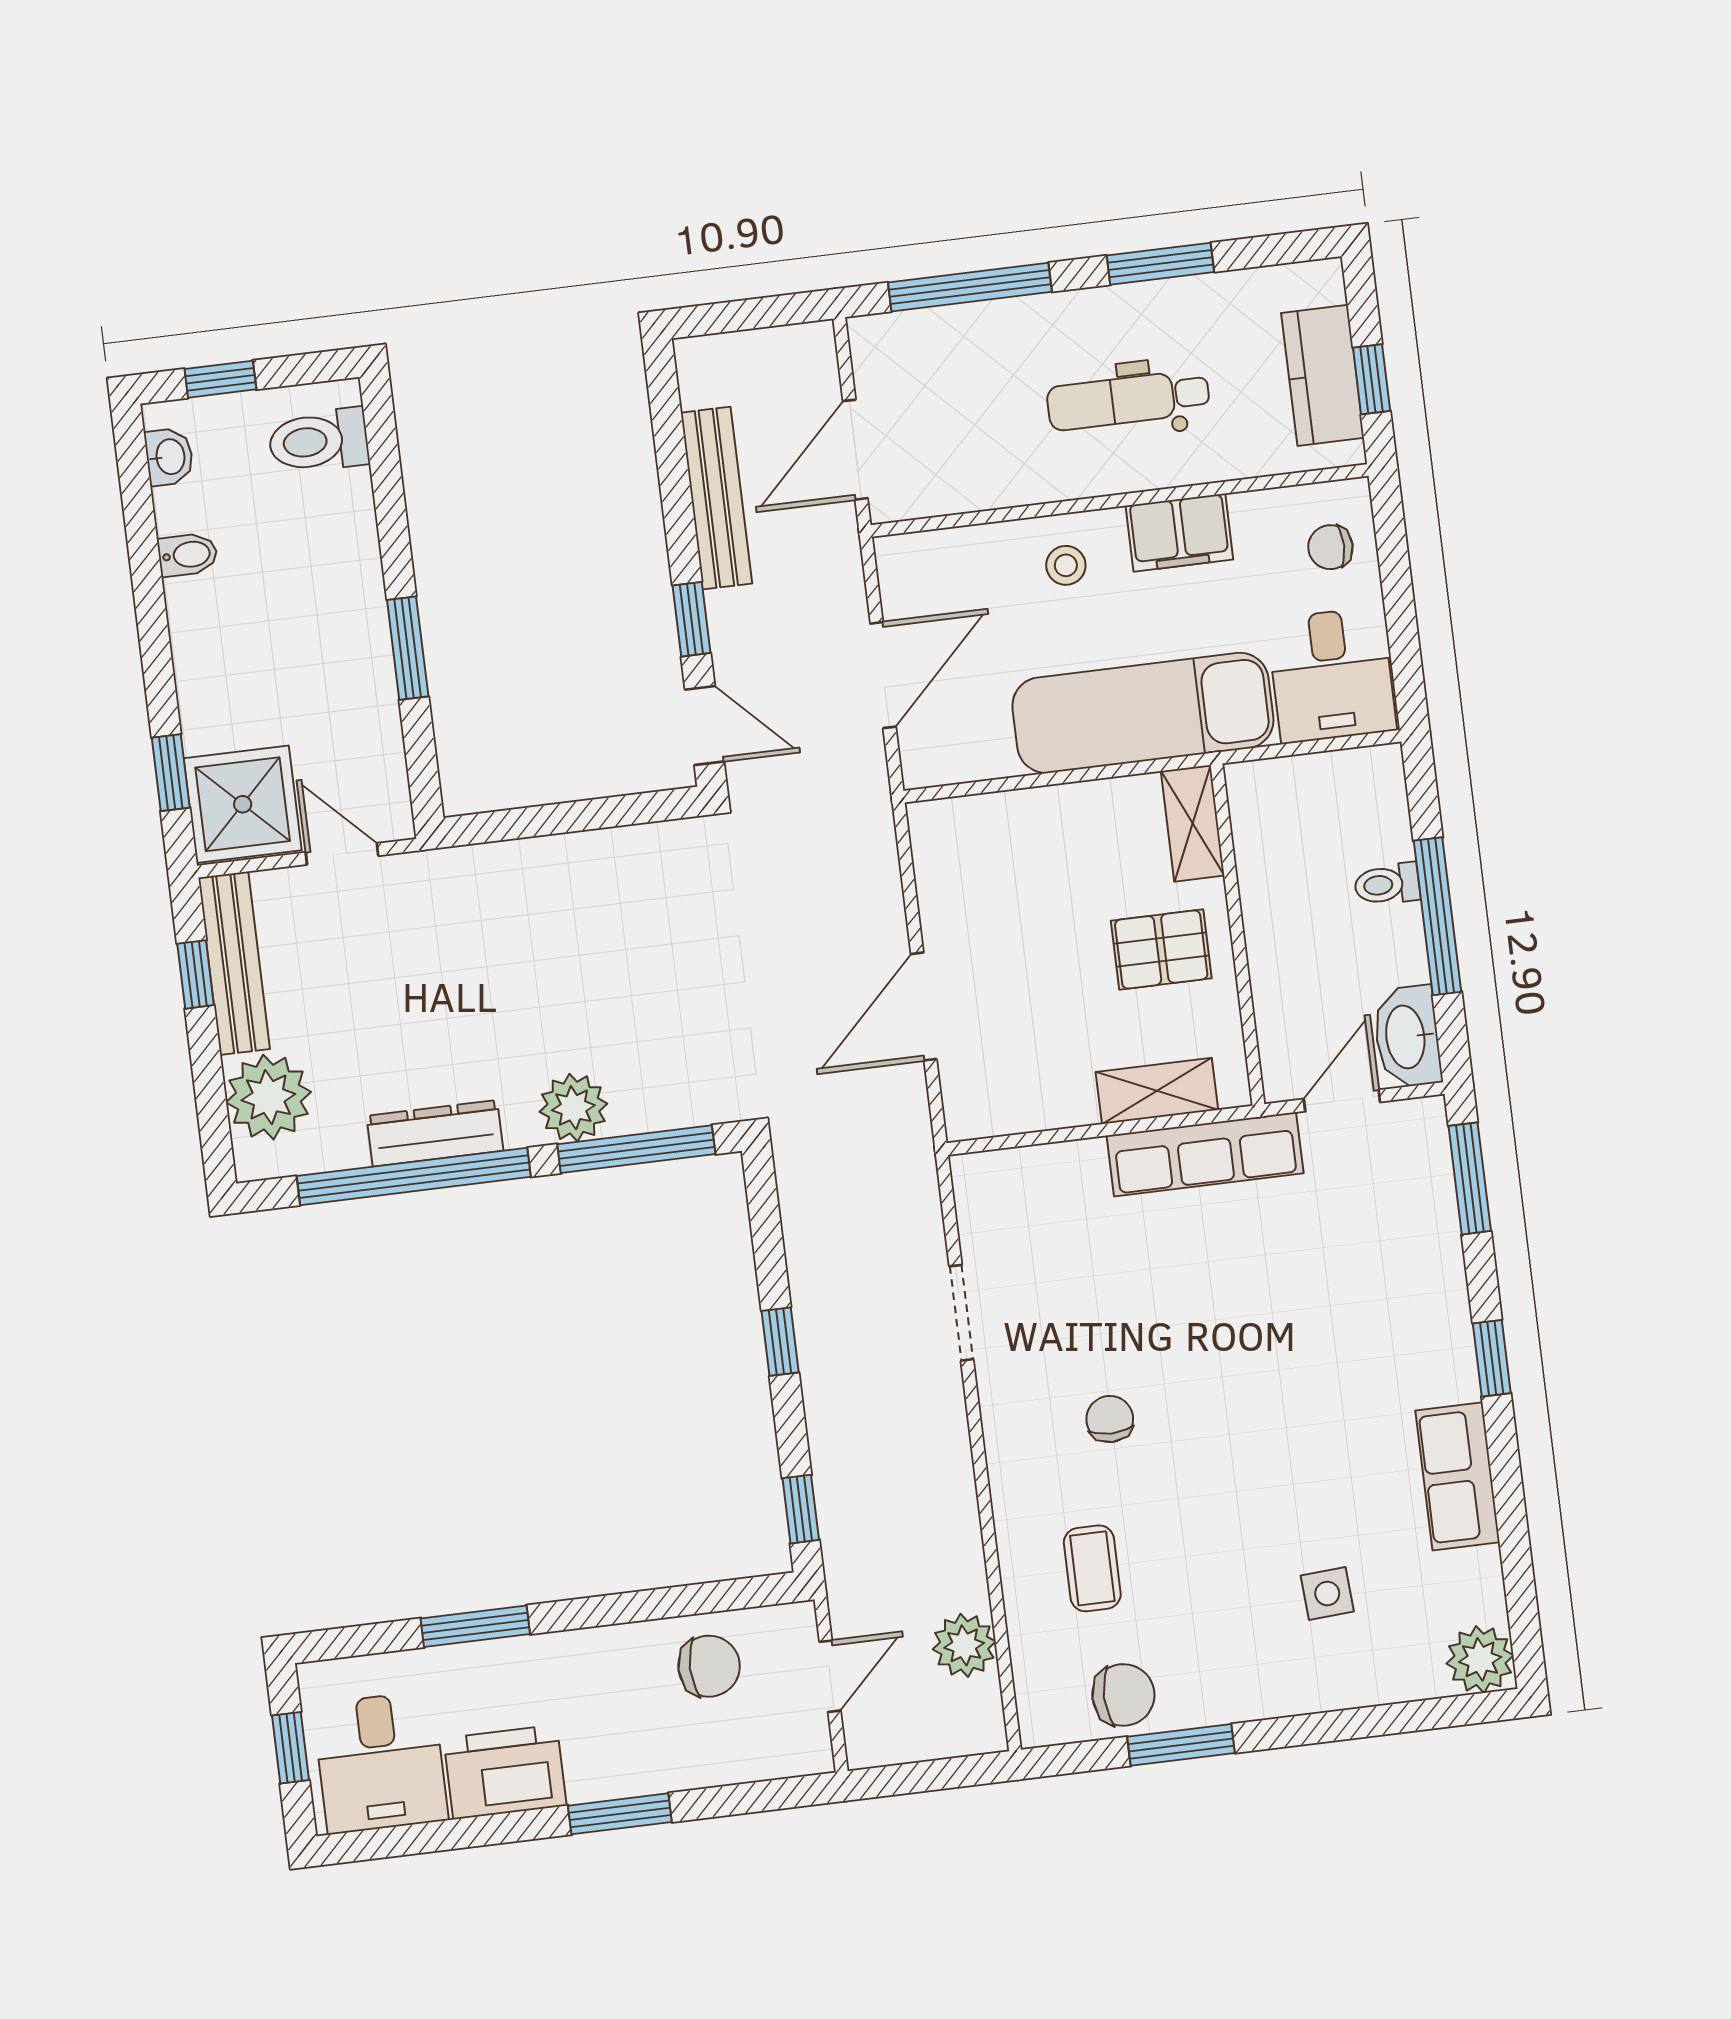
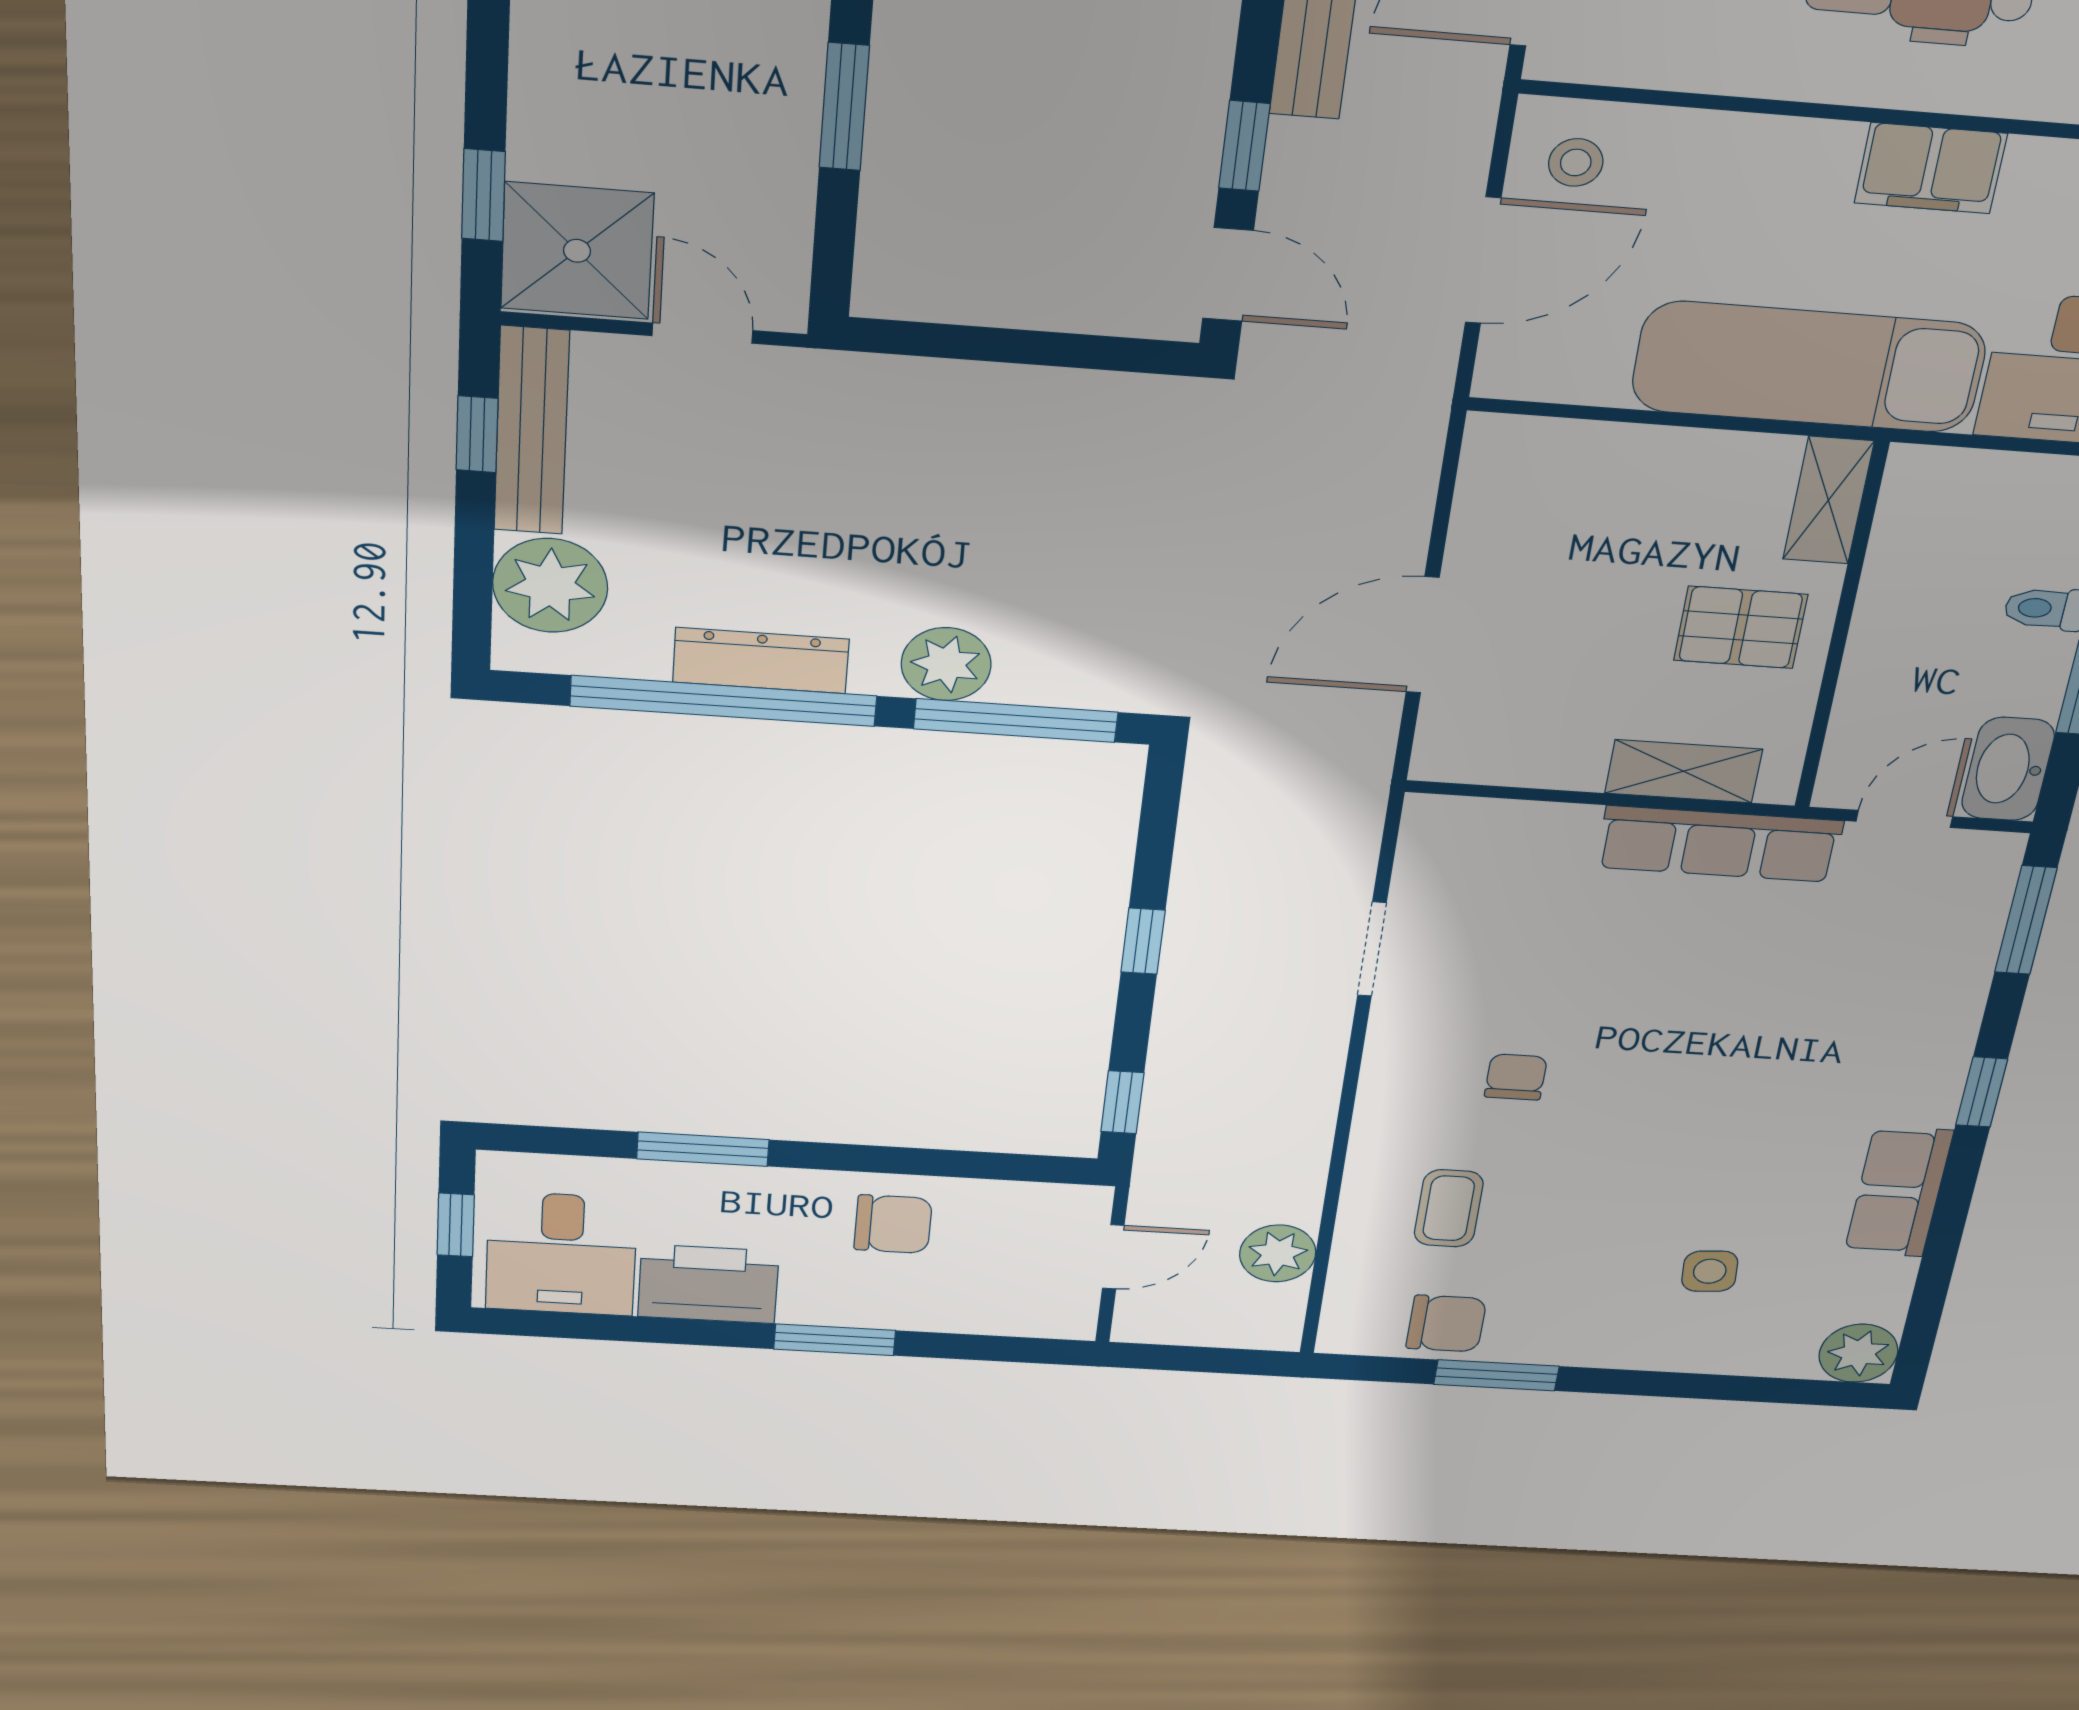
stool: (1066, 565) -> (1576, 162), moved
chair: (709, 1666) -> (893, 1224), moved

